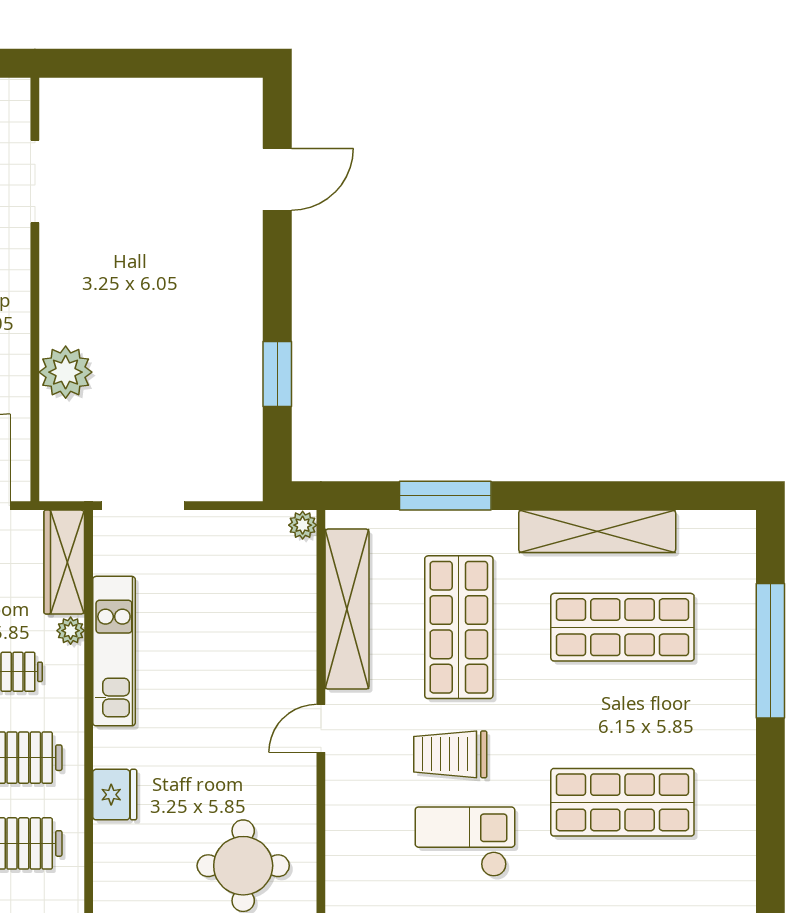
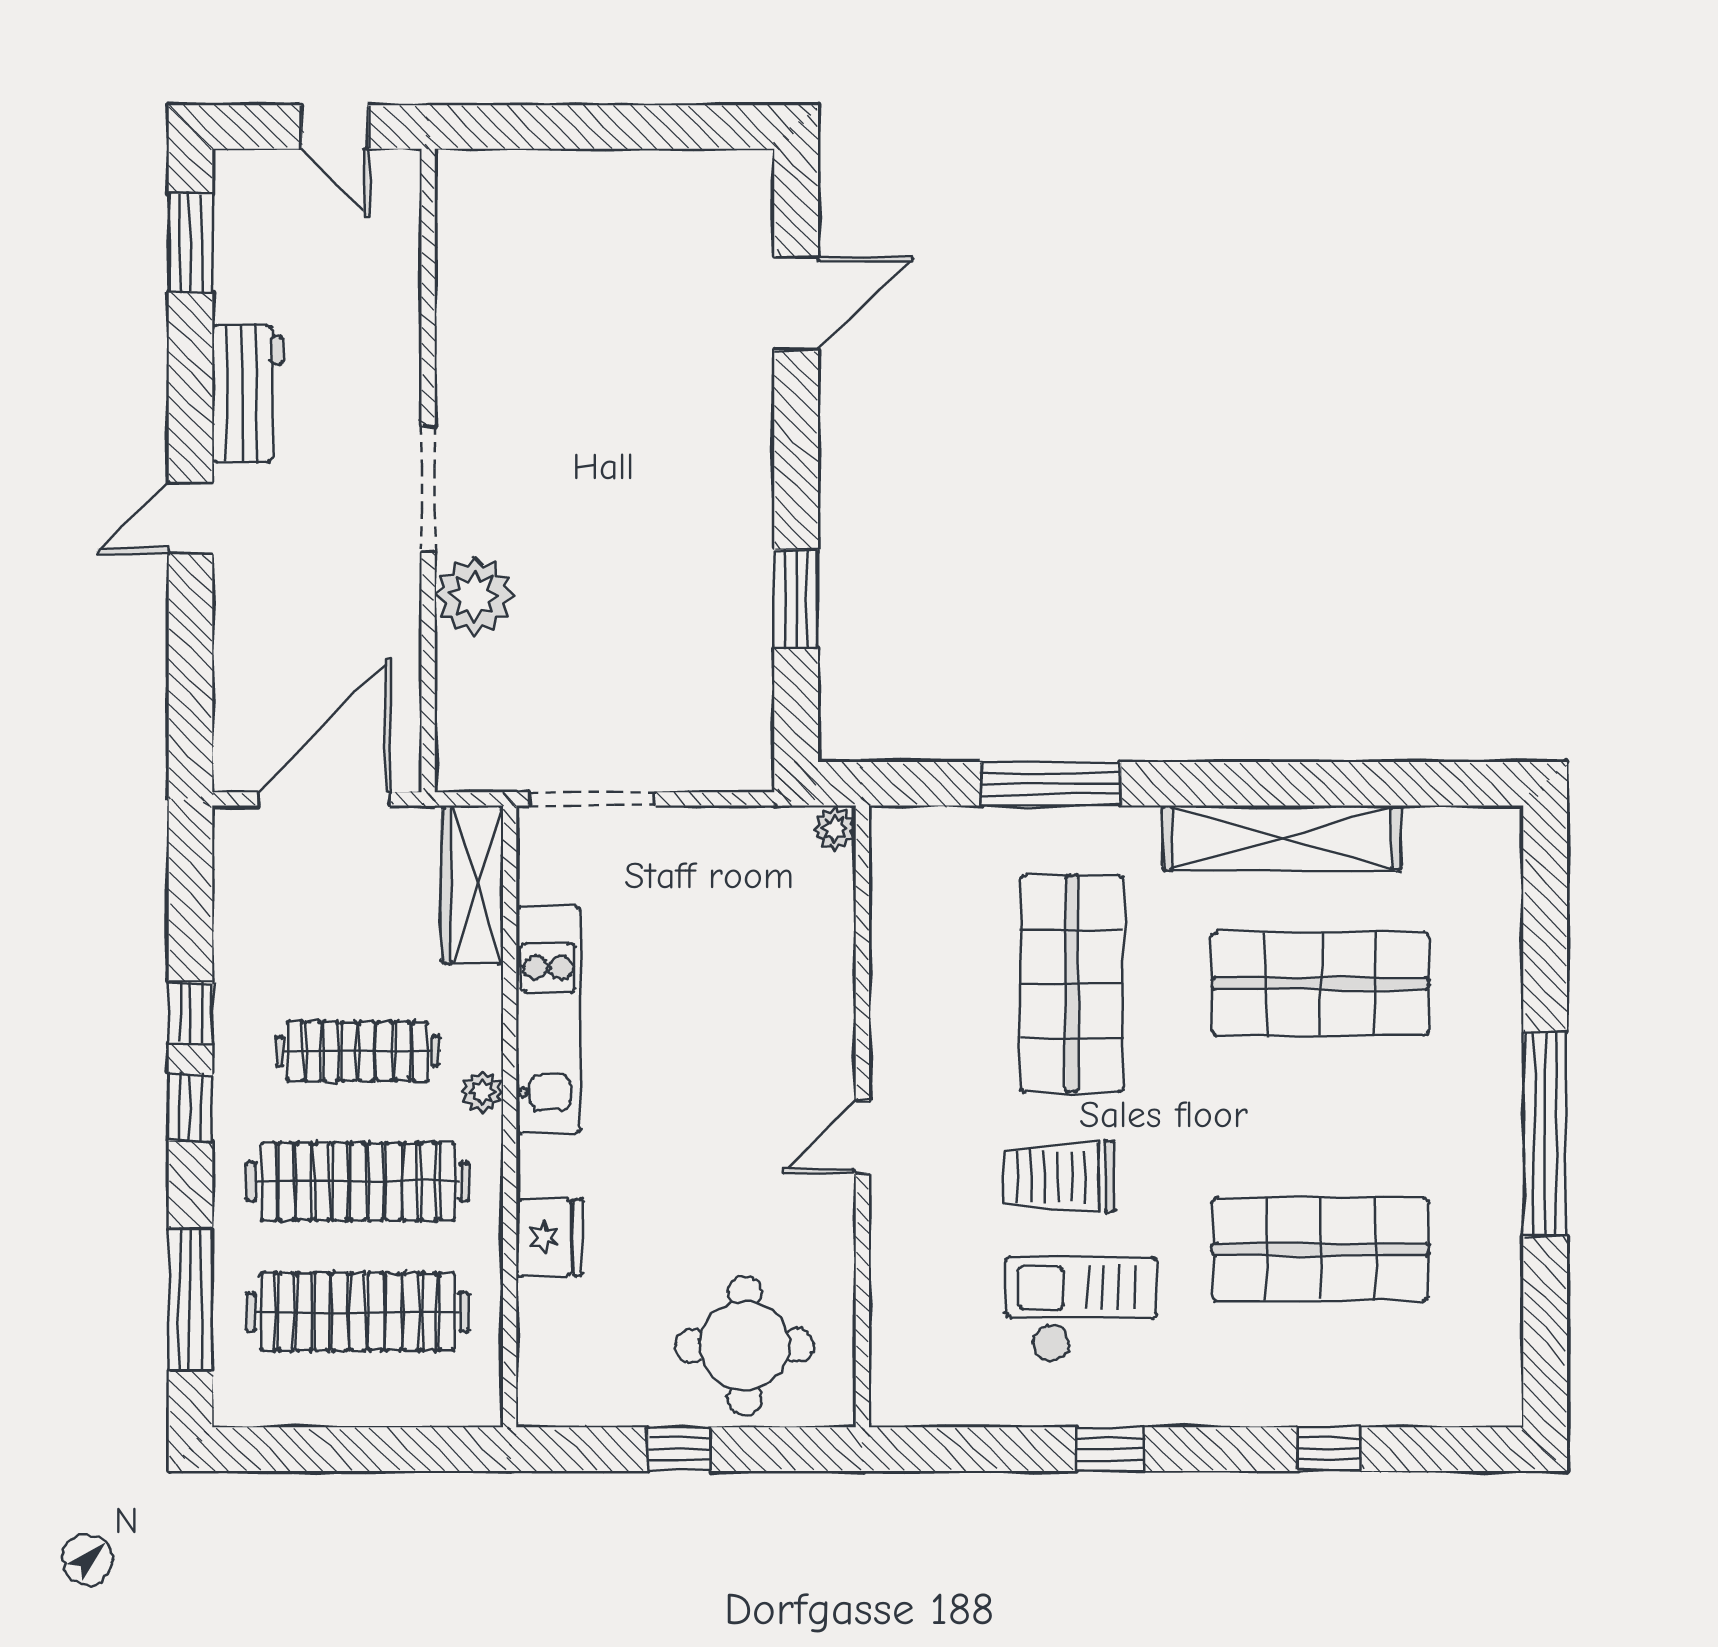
doorway: (35, 182) -> (428, 489), moved
shelving: (347, 609) -> (902, 956), removed
plant: (71, 631) -> (482, 1092), moved
window: (770, 651) -> (1545, 1134), moved

